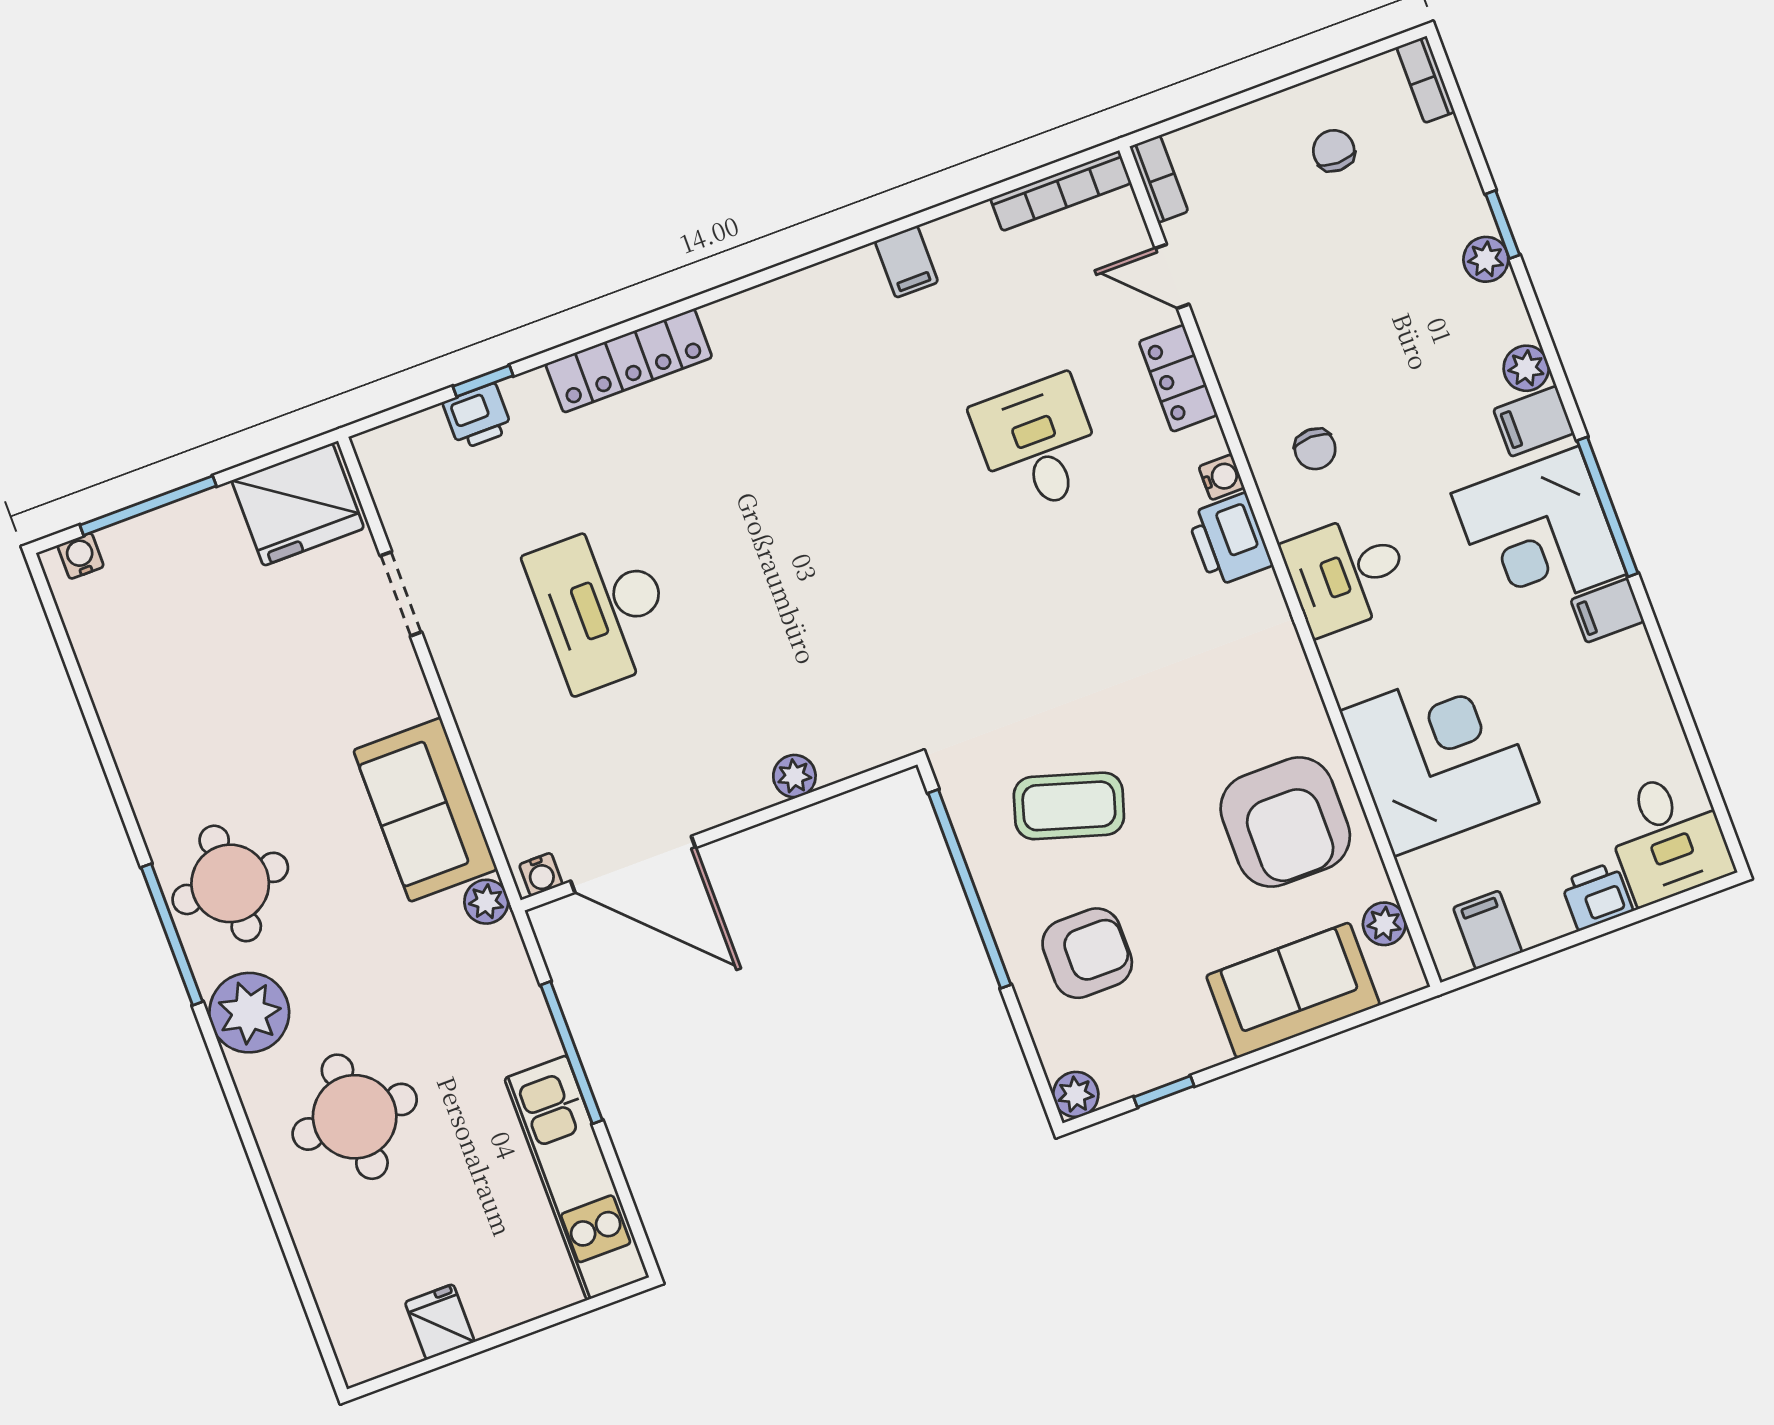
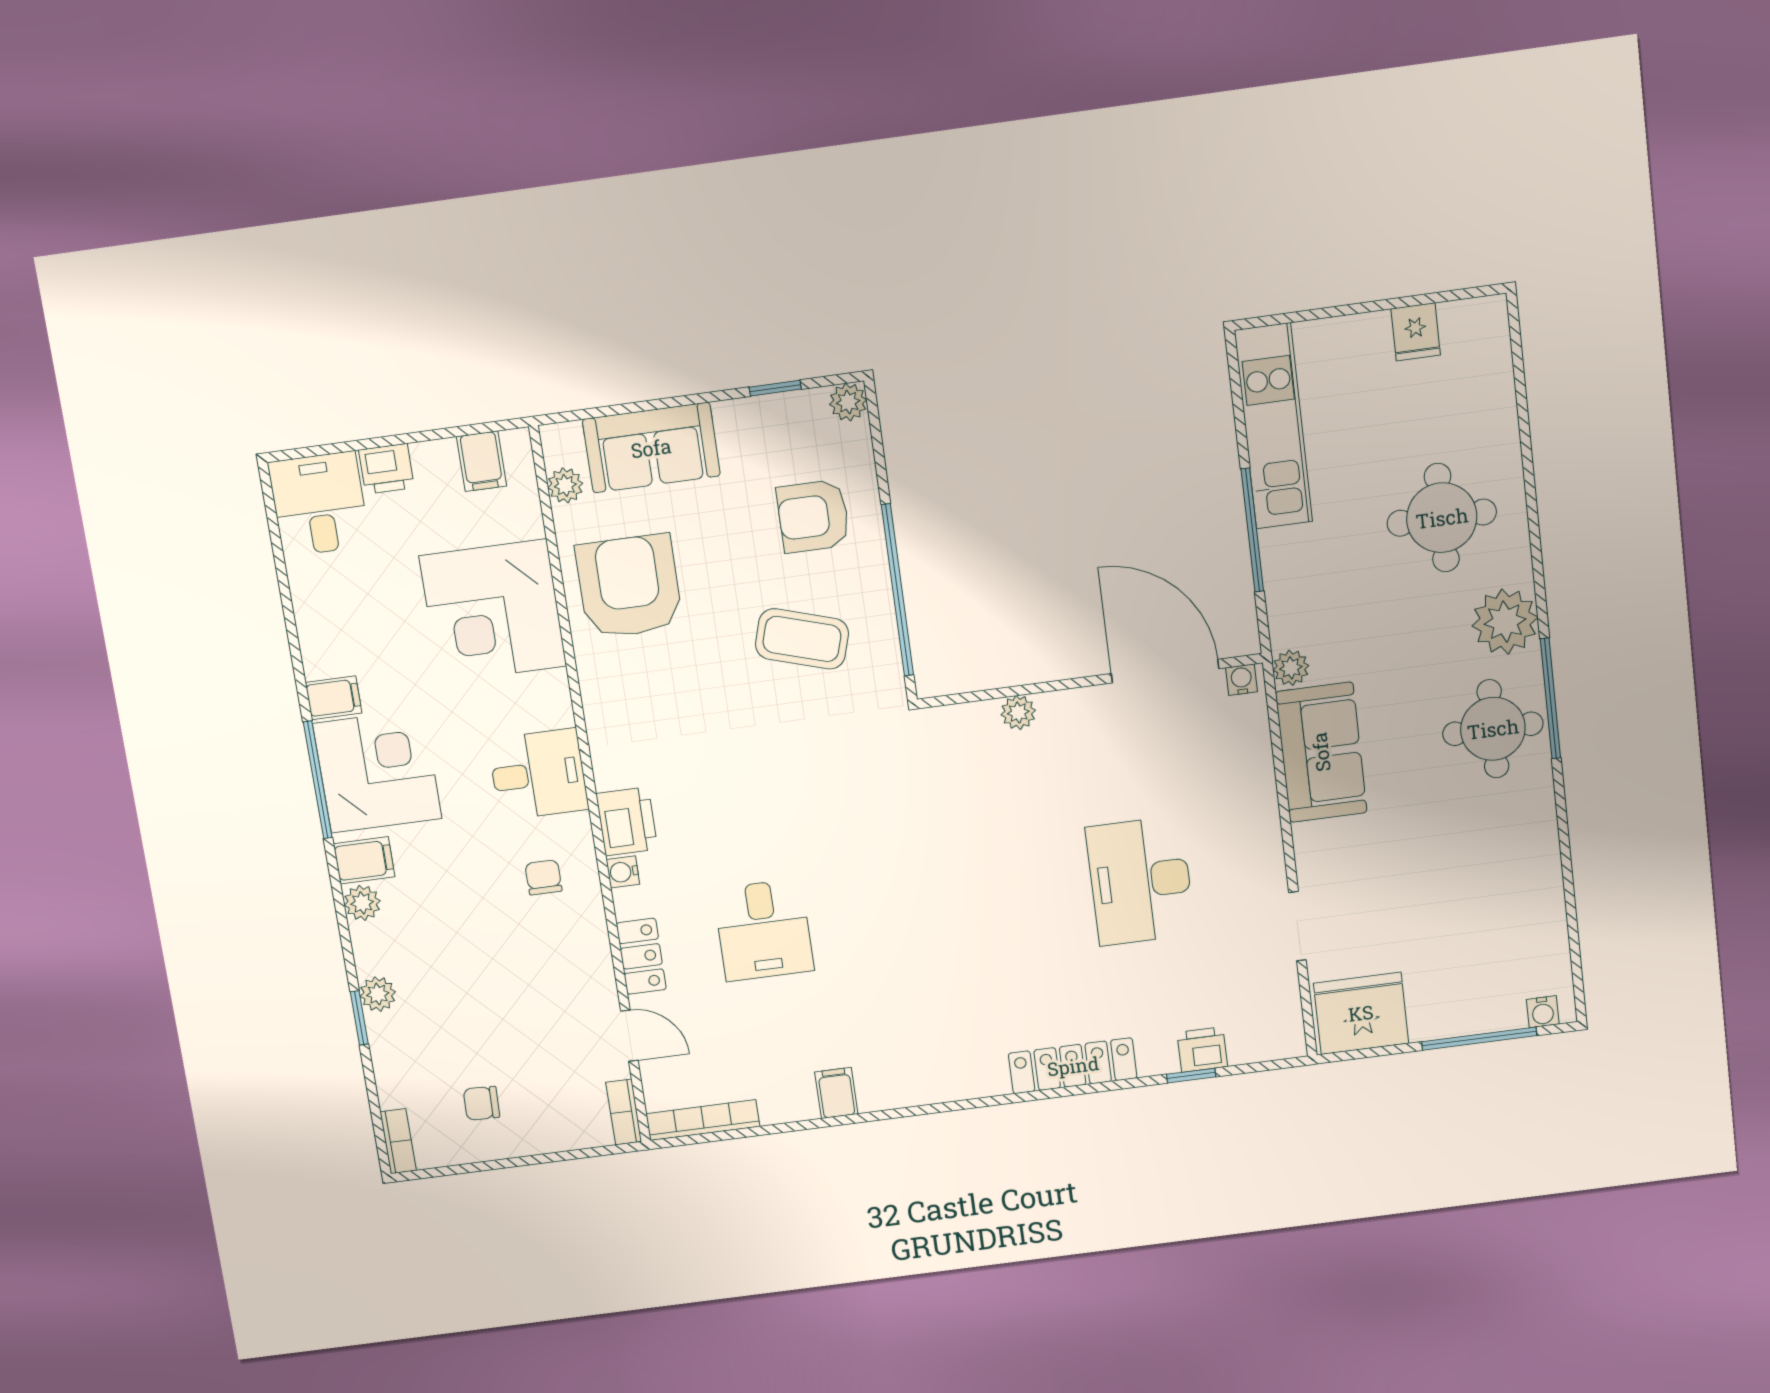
chair: (1334, 151) -> (481, 1103), turned 92
desk: (602, 606) -> (1140, 881), turned 180

